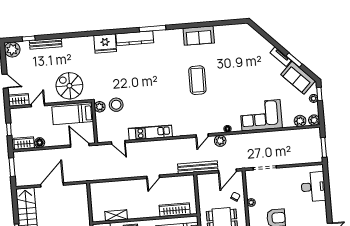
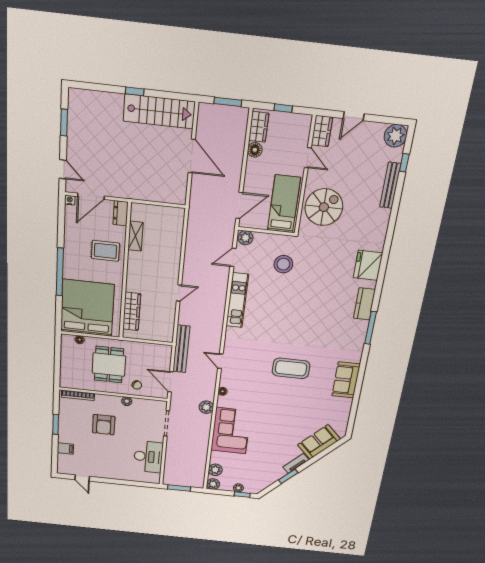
kitchen counter: (135, 38) -> (364, 304), width x0.67
sofa: (298, 78) -> (319, 442), moved
plant: (100, 107) -> (246, 238), moved
plant: (220, 141) -> (206, 407), moved
door: (153, 177) -> (179, 293), swing flipped
desk: (313, 187) -> (148, 457), moved, turned -90

